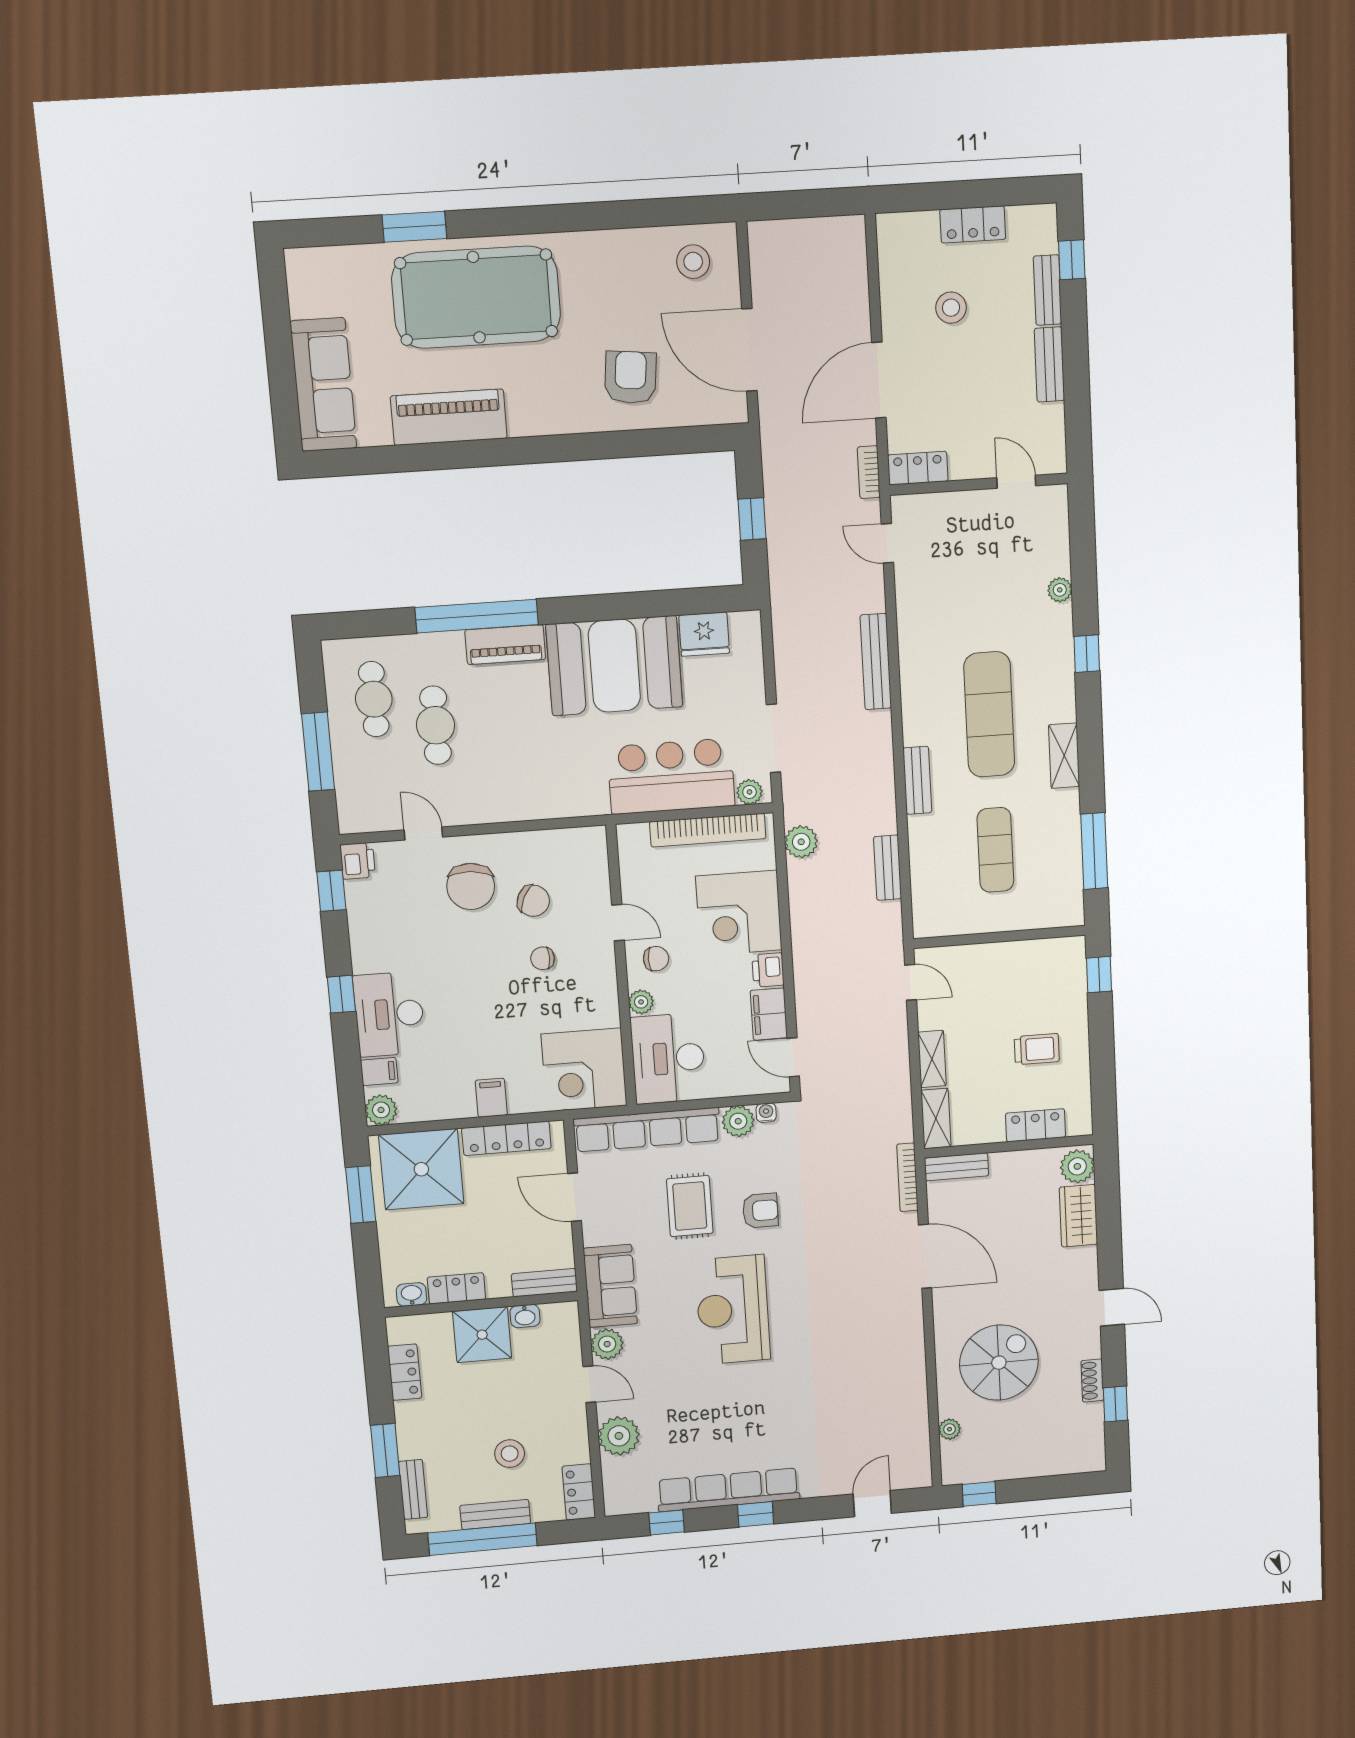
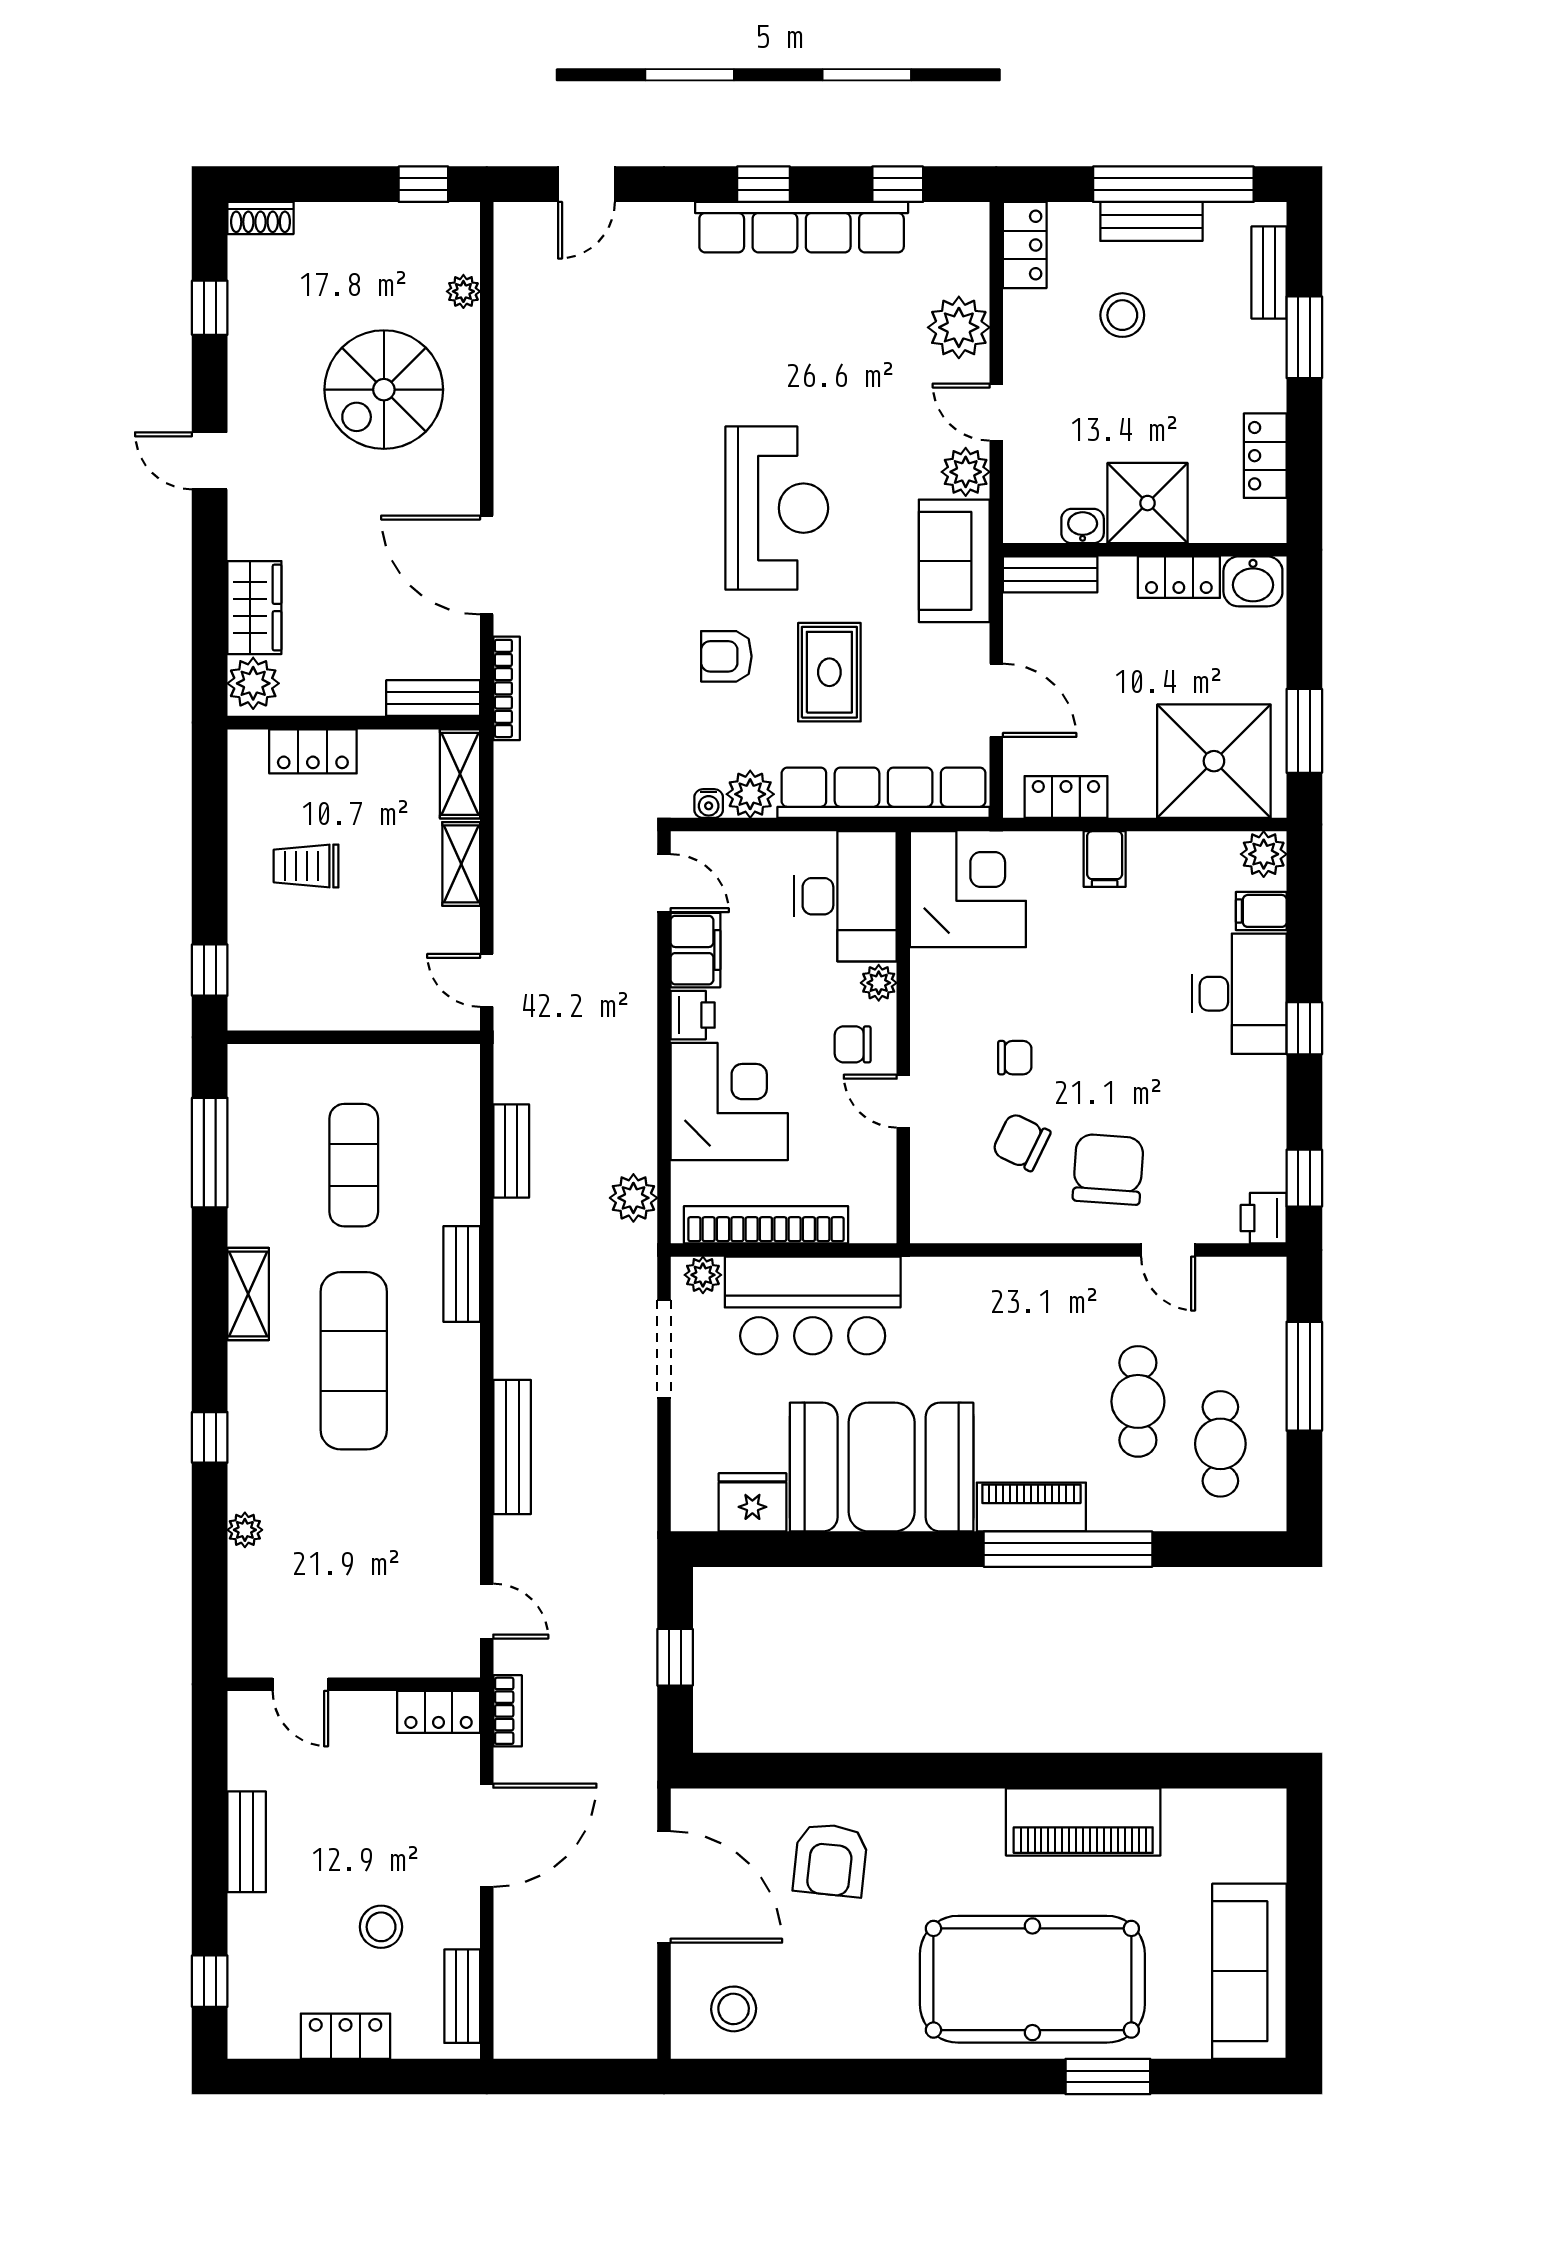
bench: (1047, 290) -> (462, 1996), moved
sofa: (323, 385) -> (1249, 1971), moved
locker: (506, 1138) -> (1066, 797), width x0.66
washbasin: (411, 1294) -> (1253, 581), width x1.38, depth x1.45
shoe rack: (1092, 1381) -> (261, 218), moved, turned 90

